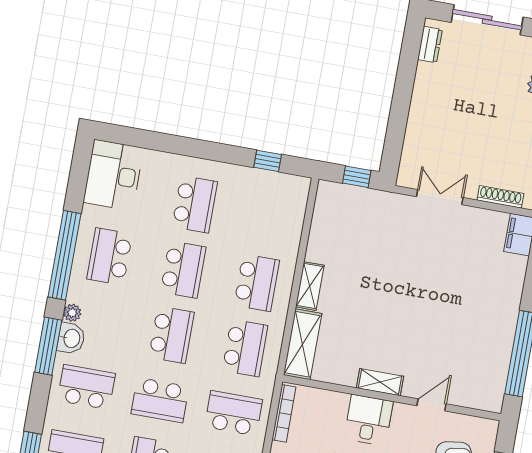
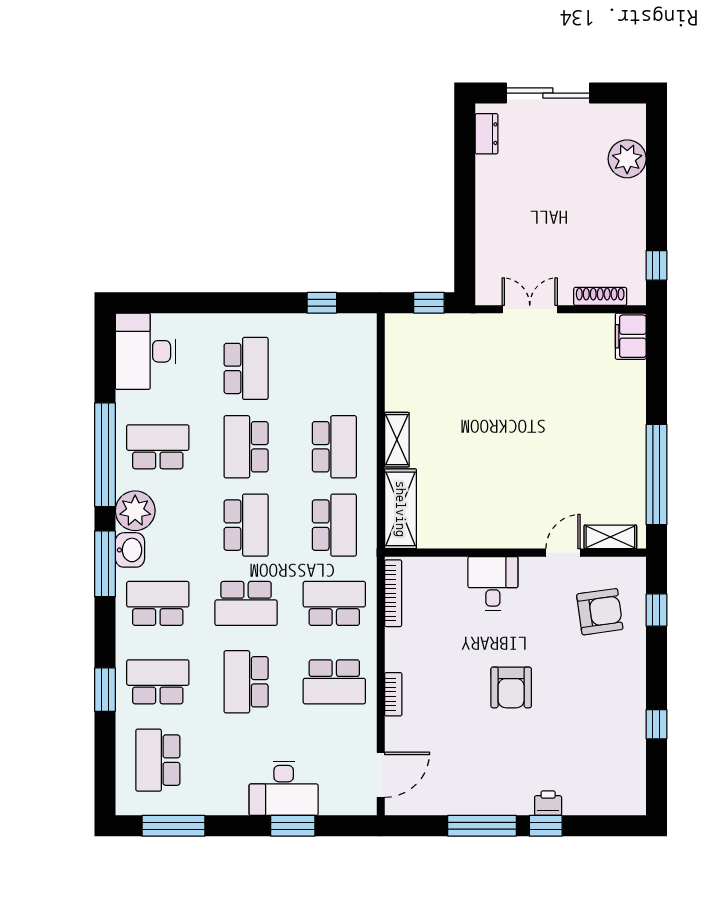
school desk: (110, 256) -> (158, 447), turned 90
school desk: (183, 270) -> (246, 447), turned 180
plant: (72, 313) -> (135, 511), width x1.88, depth x1.88
shelving: (380, 382) -> (610, 537), moved

